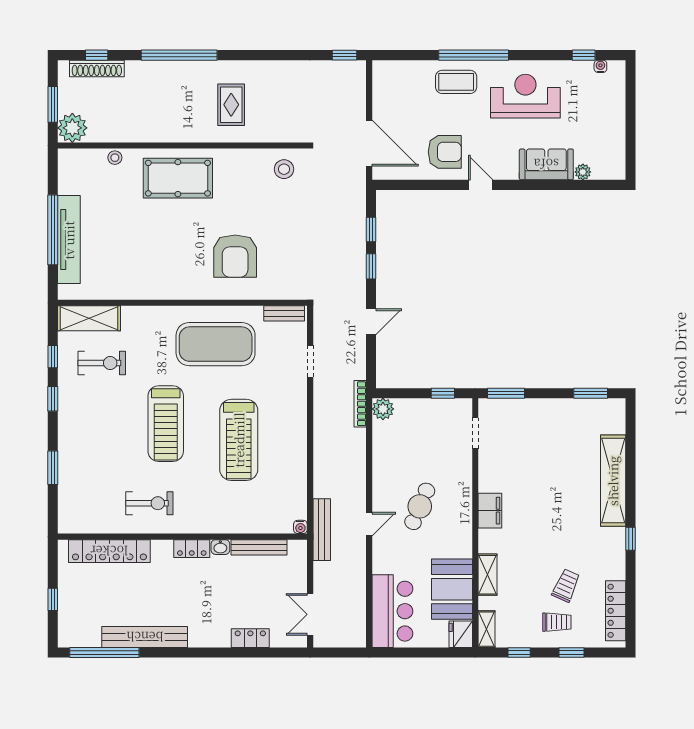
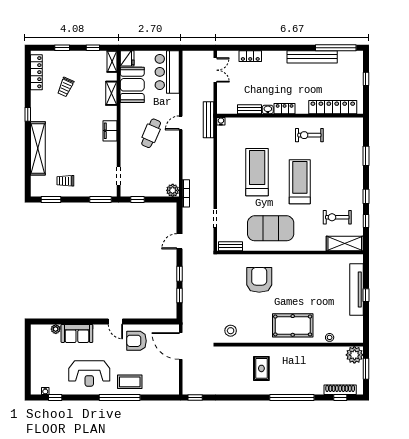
window: (53, 230) -> (366, 295), width x0.32
bench: (259, 547) -> (249, 109), width x0.73
trolley: (557, 622) -> (65, 181), moved

